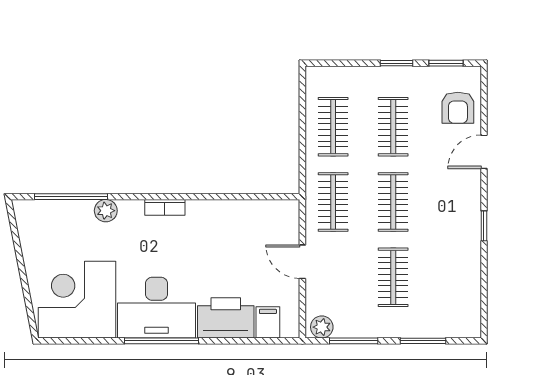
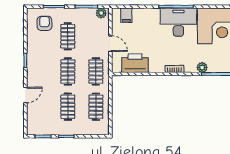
armchair: (458, 108) -> (44, 23), moved
printer: (226, 318) -> (135, 63), moved, turned 180

